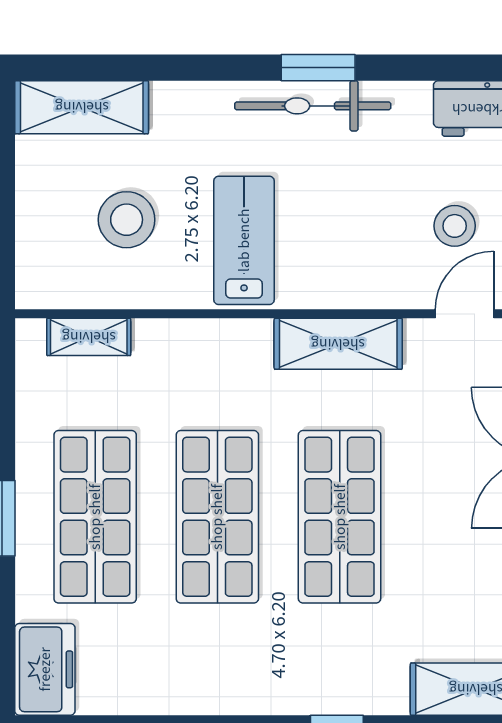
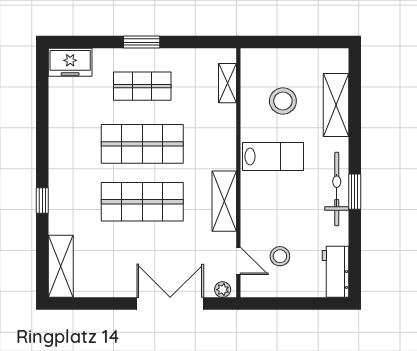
shelving: (82, 107) -> (336, 105), moved
shop shelf: (95, 517) -> (142, 86), width x0.70, depth x0.74

